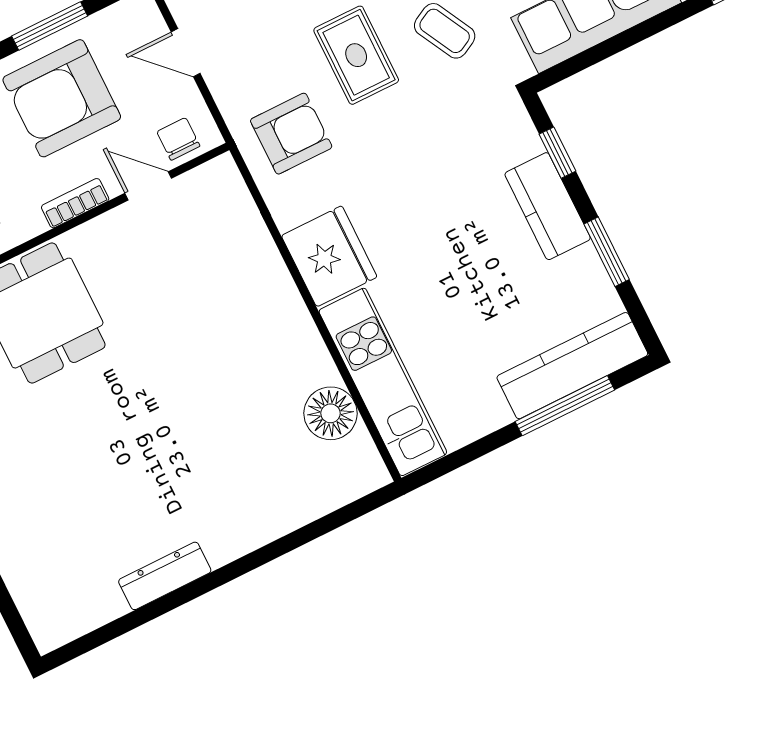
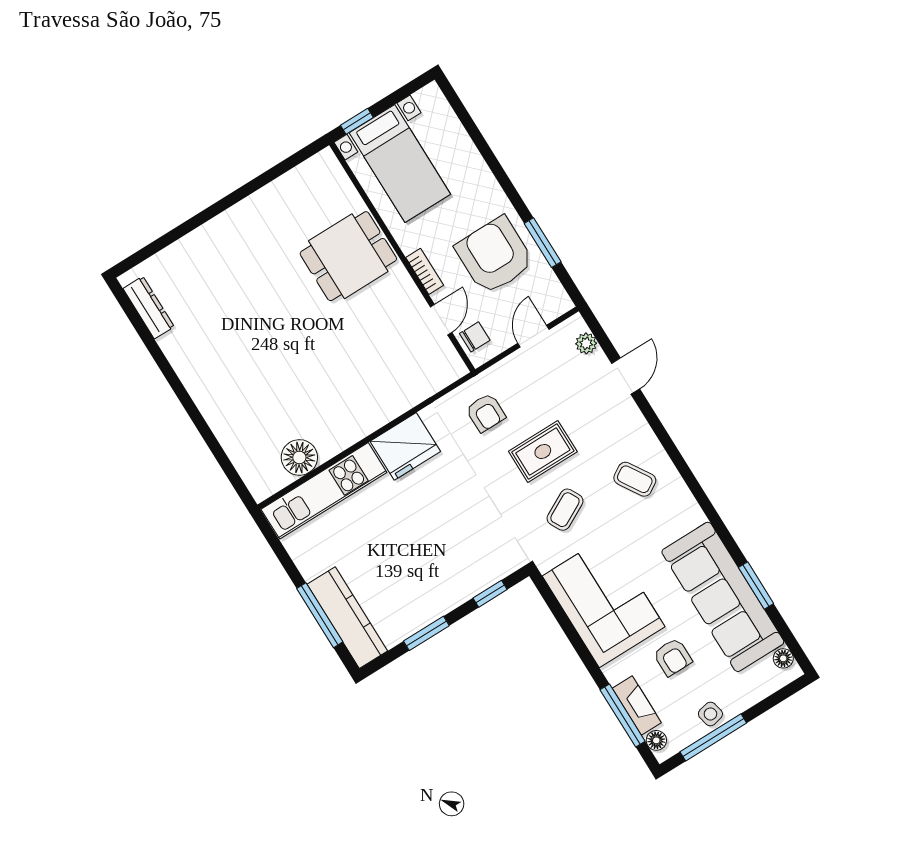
armchair: (291, 134) -> (486, 413), width x0.72, depth x0.72
kitchen counter: (548, 206) -> (453, 591), removed
dresser: (165, 576) -> (149, 308), moved

